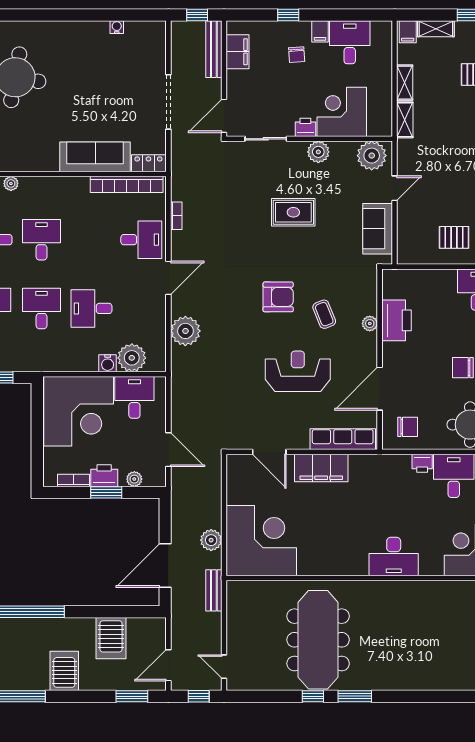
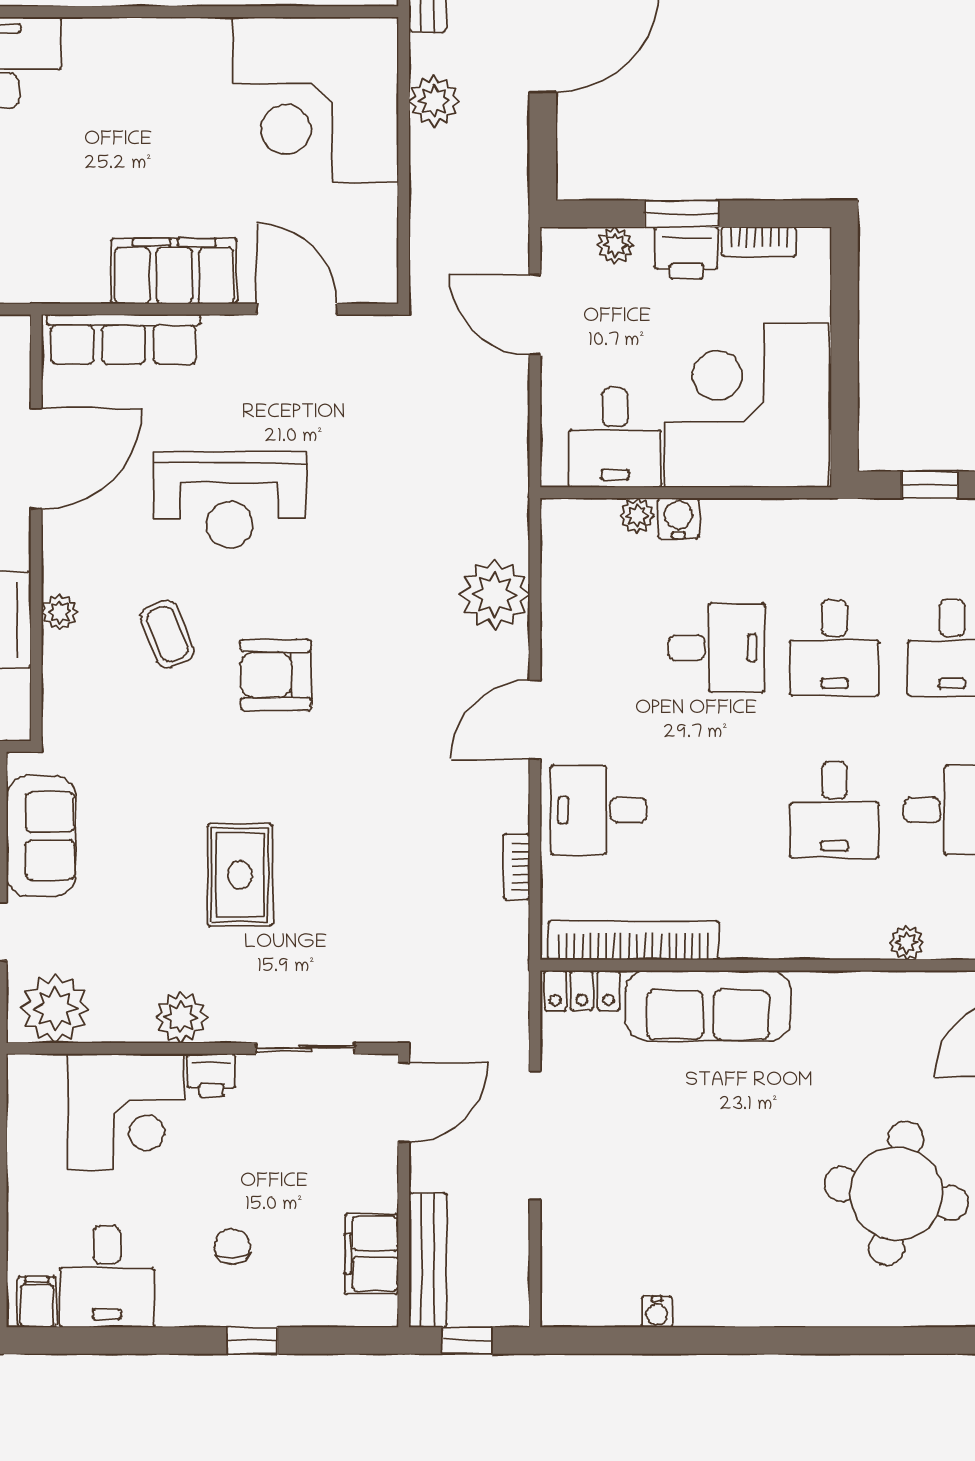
filing cabinet: (320, 31) -> (37, 1302), moved
rug: (293, 212) -> (240, 875), turned 90
plant: (132, 358) -> (637, 516), width x0.53, depth x0.53

